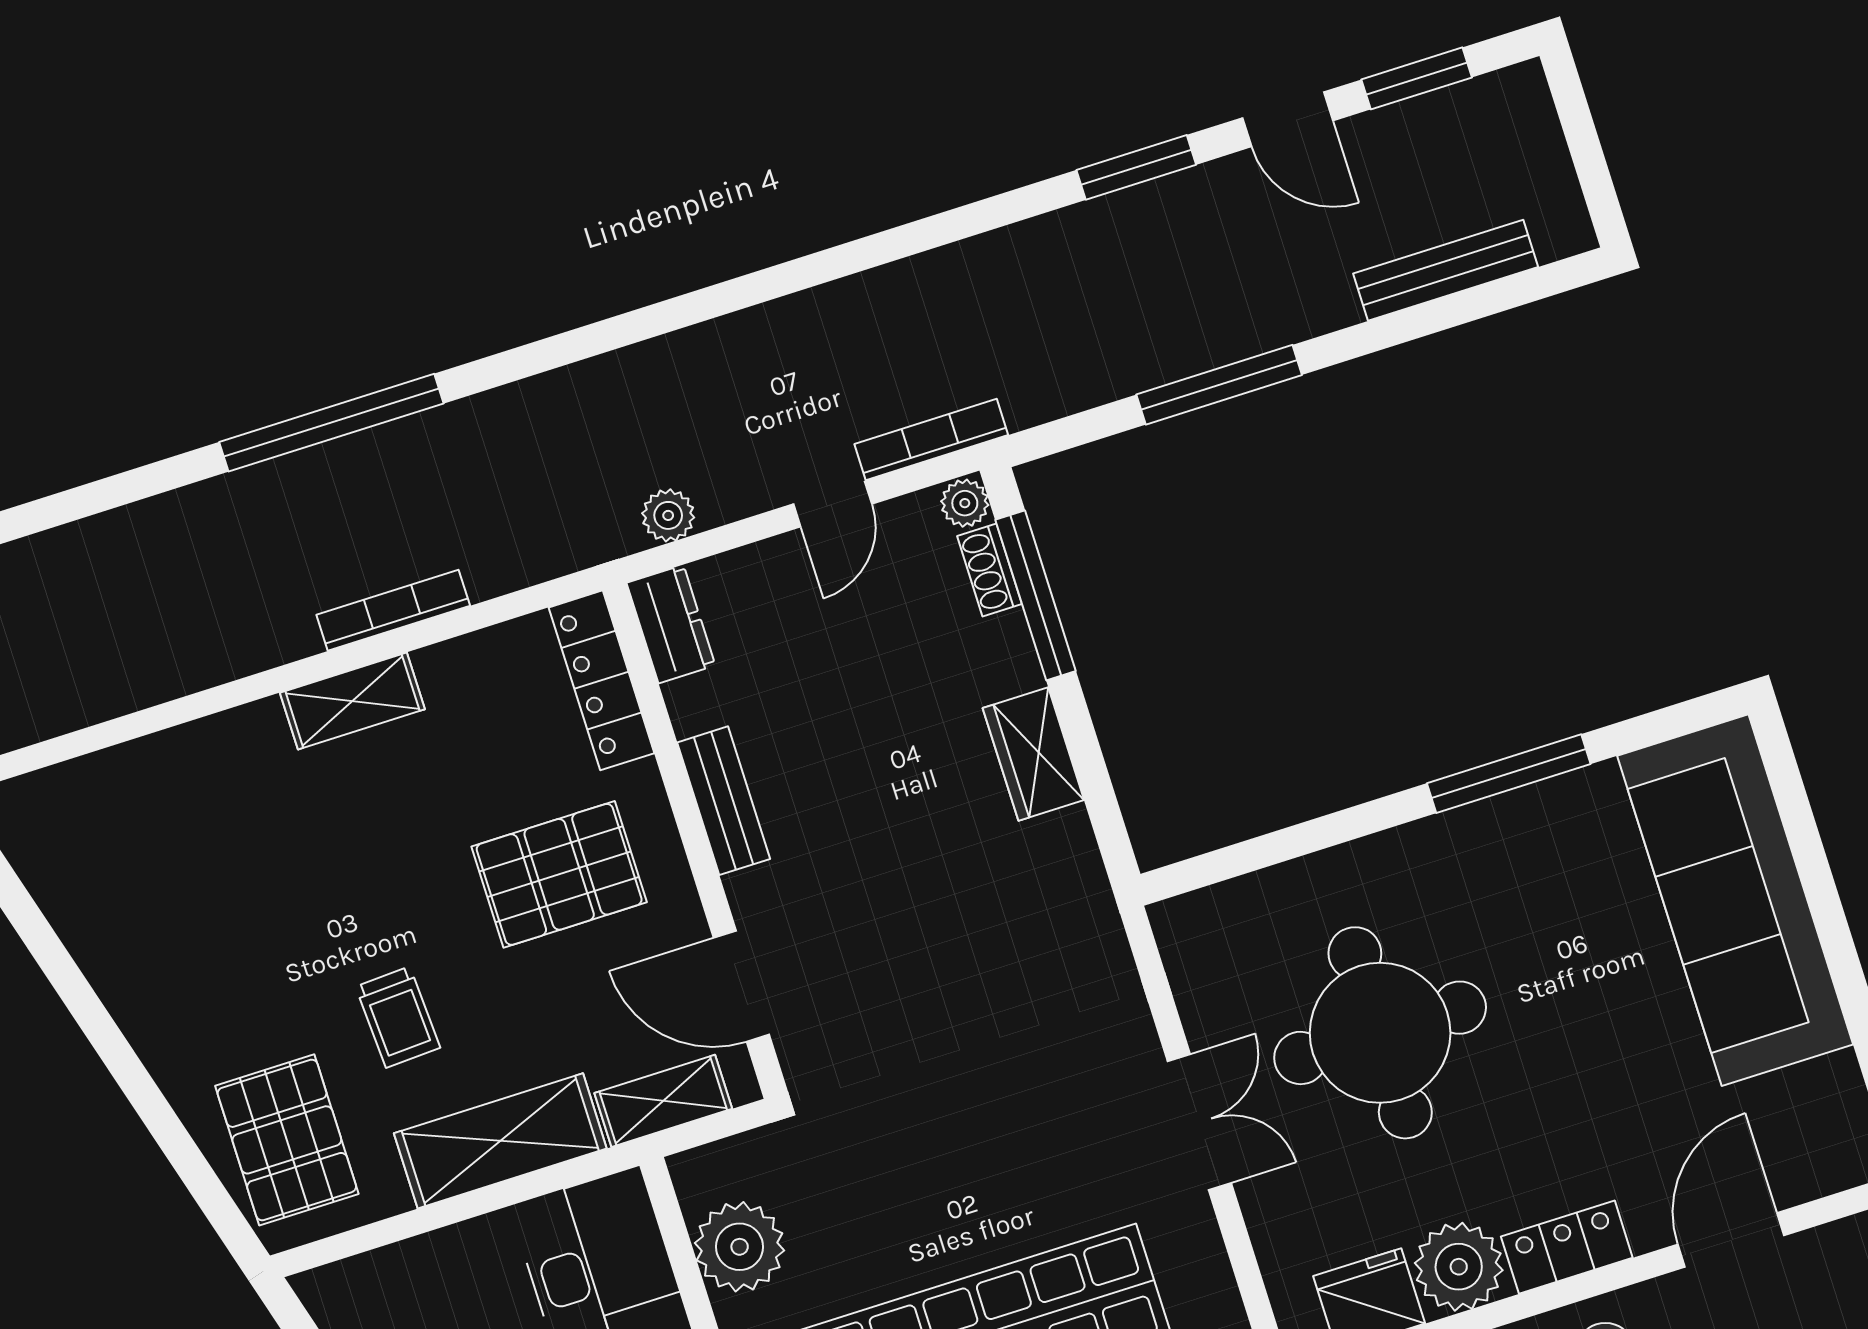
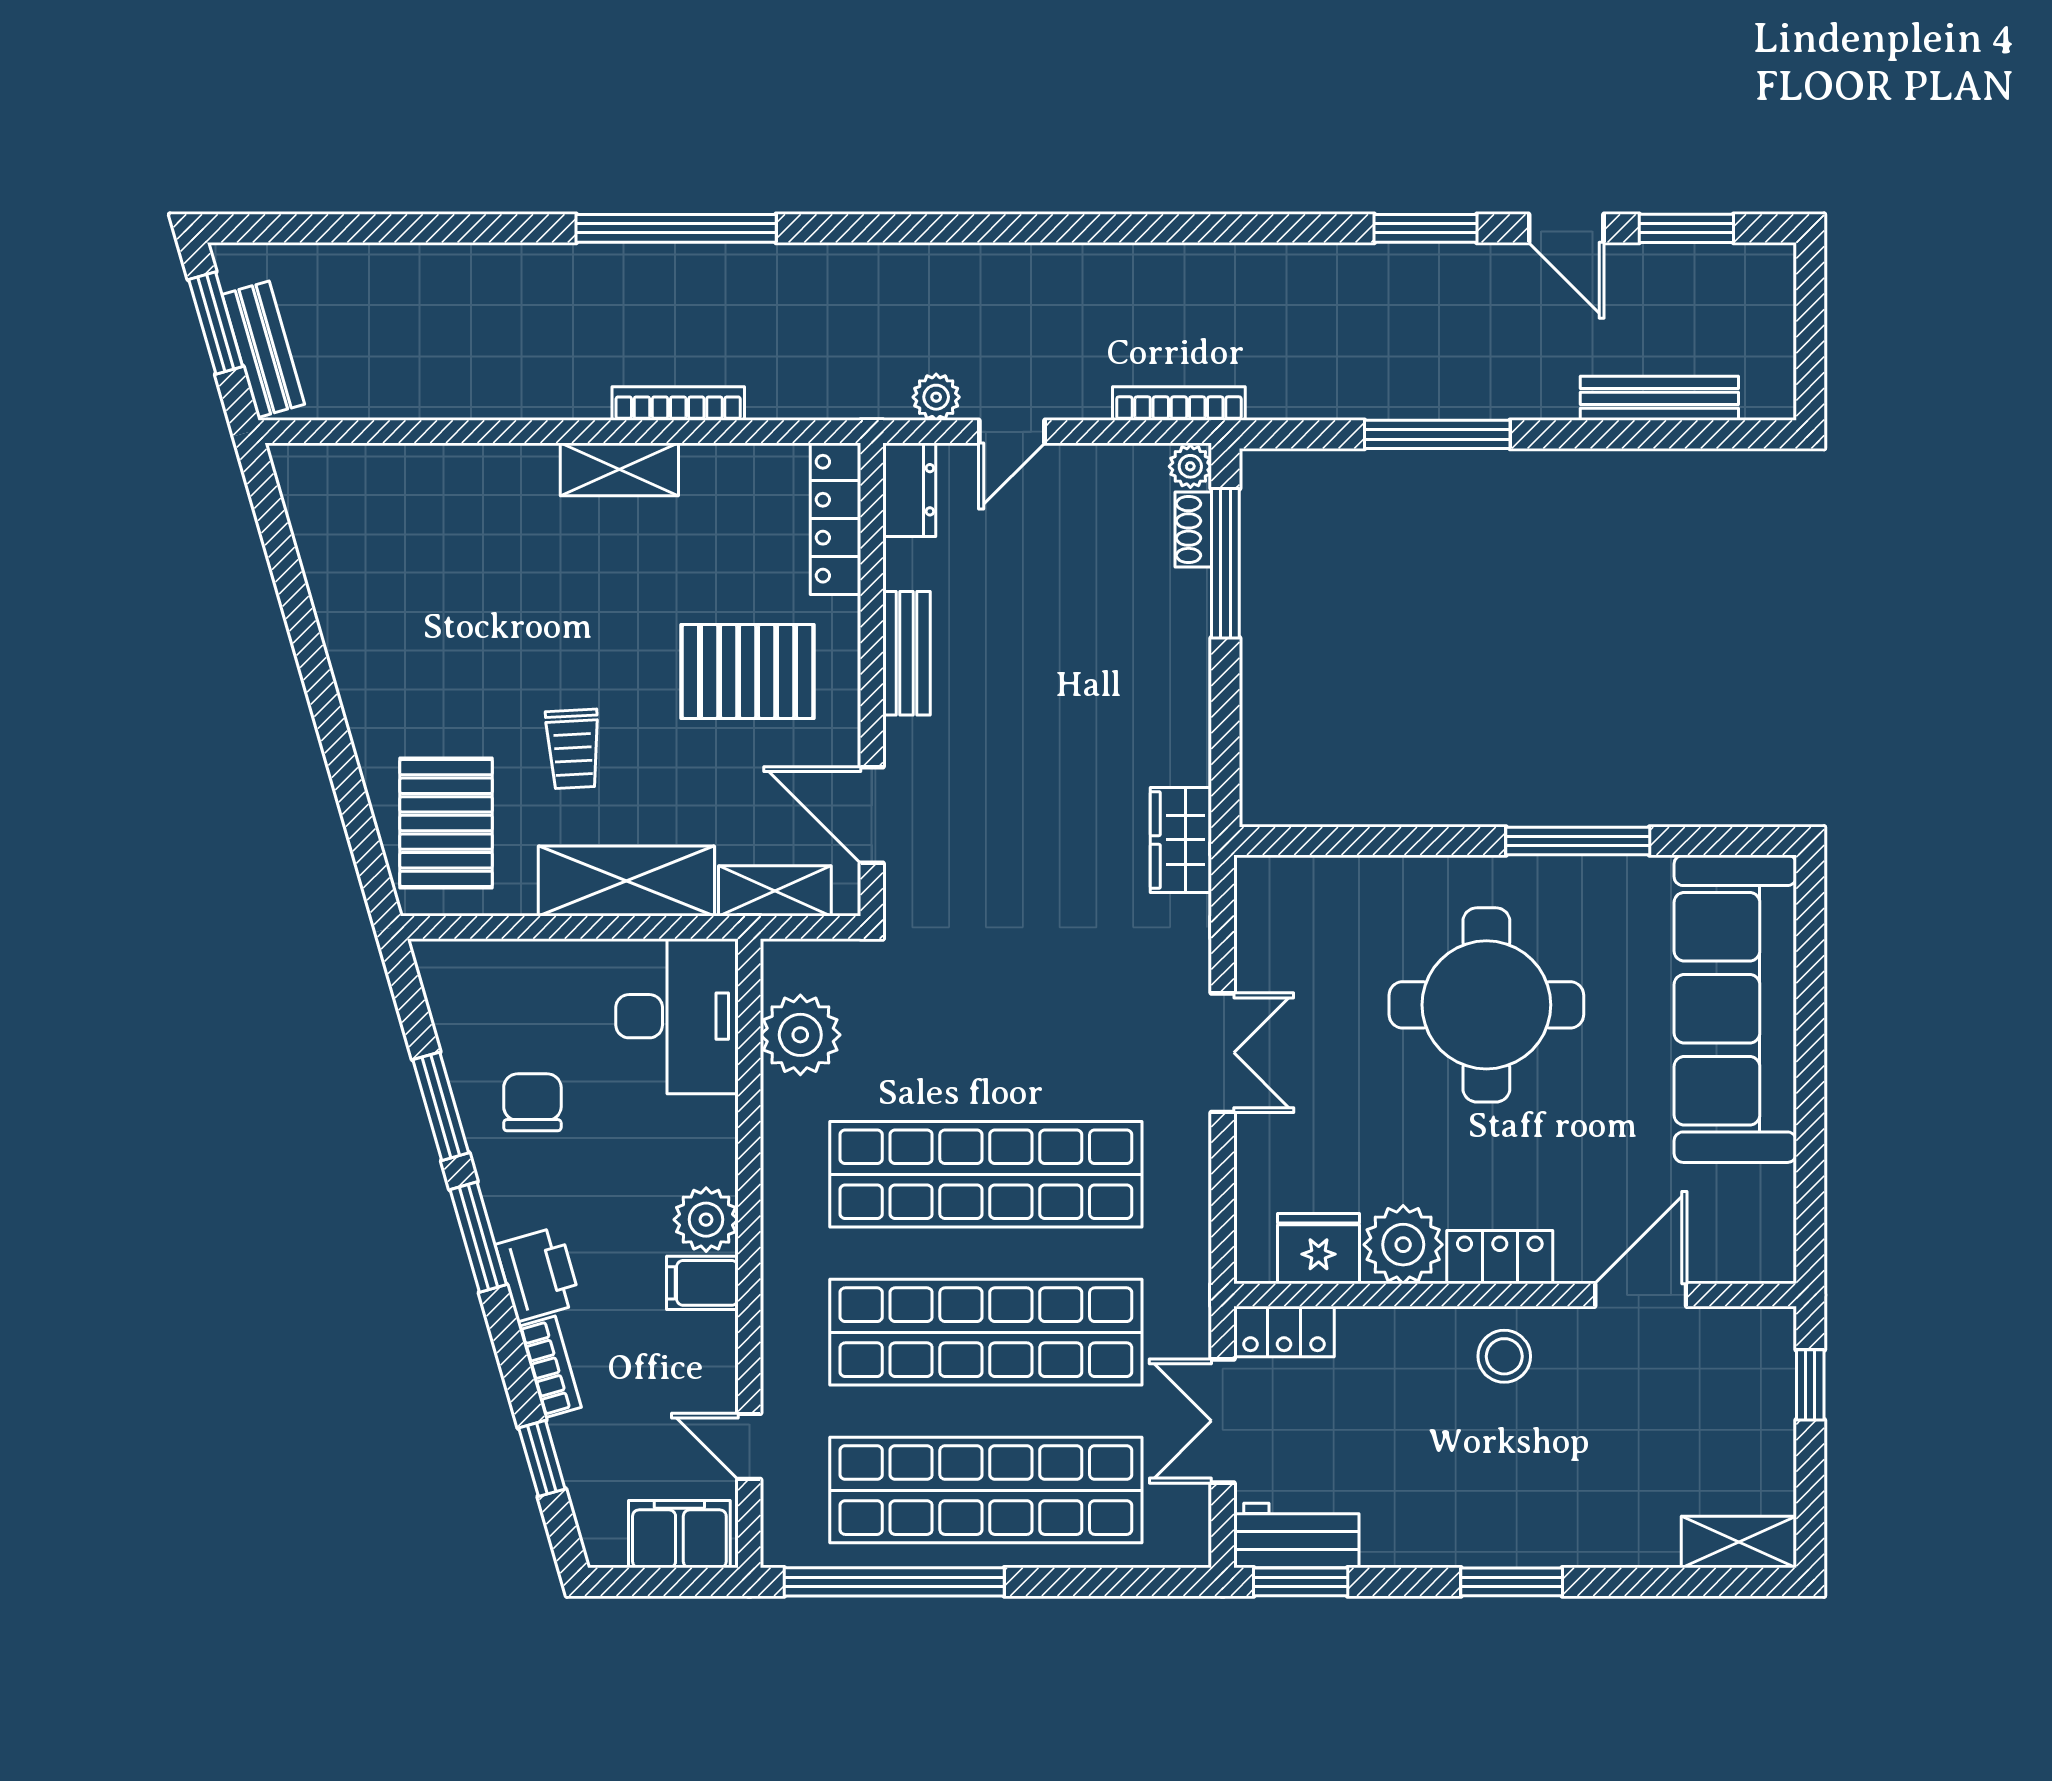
door: (833, 504) -> (1012, 432), moved
wardrobe: (1033, 754) -> (1181, 840), moved
round table: (1380, 1033) -> (1486, 1005), moved

